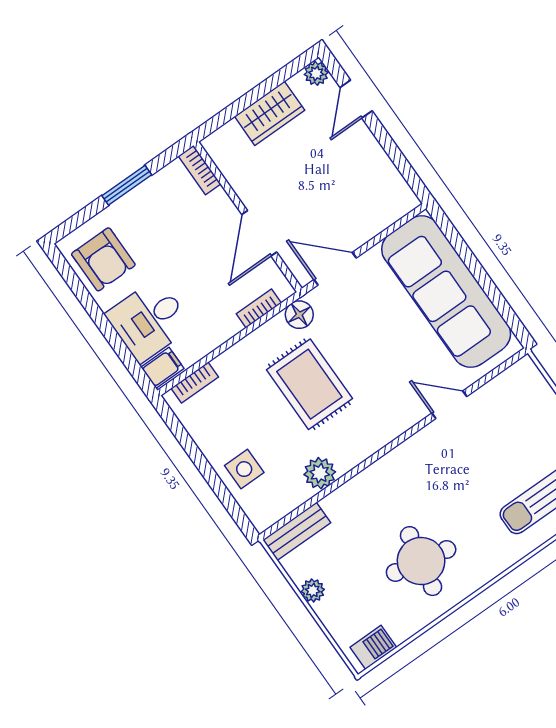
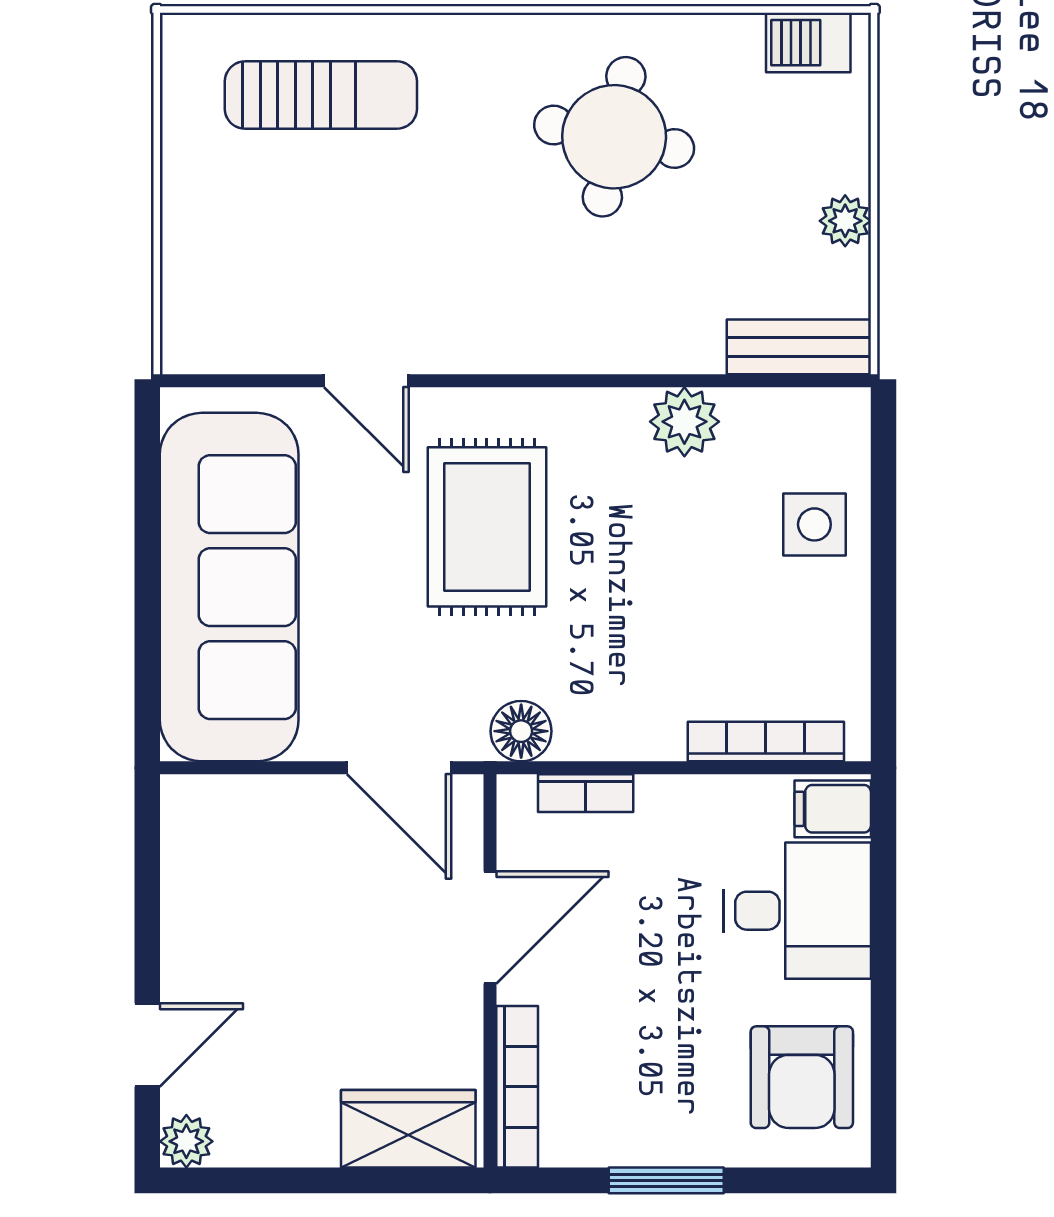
wardrobe: (270, 113) -> (408, 1129), moved
bookcase: (199, 170) -> (517, 1087), width x1.56
armchair: (103, 259) -> (802, 1077), turned 180
bookcase: (195, 383) -> (766, 742), width x1.56
rug: (309, 384) -> (487, 527), moved

